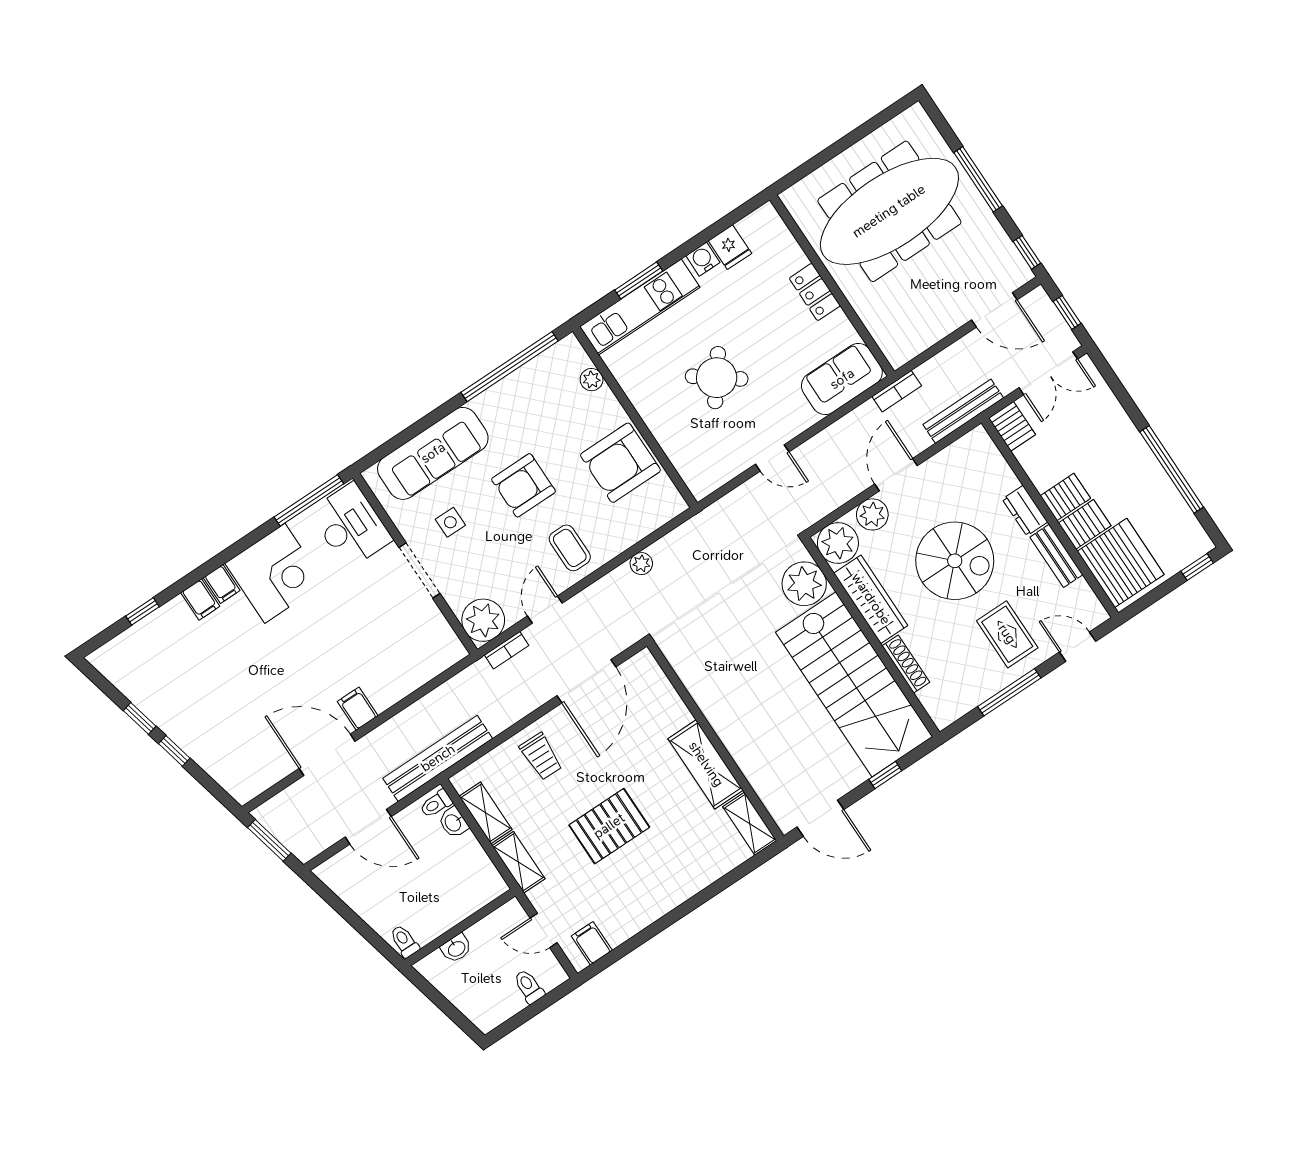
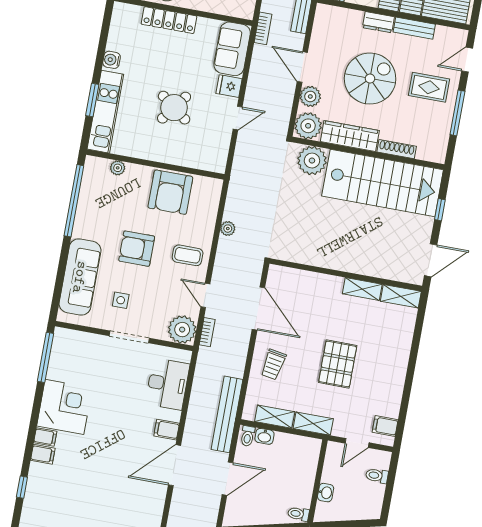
fridge: (730, 247) -> (229, 86), moved, turned 180
locker: (815, 292) -> (169, 20), width x1.53
armchair: (523, 485) -> (137, 249), turned 90
desk: (351, 526) -> (168, 384), moved, turned 90
trolley: (541, 756) -> (273, 364), turned 99
shelving: (706, 764) -> (362, 289), width x0.67, depth x0.75

